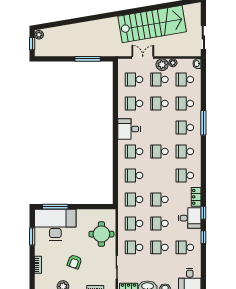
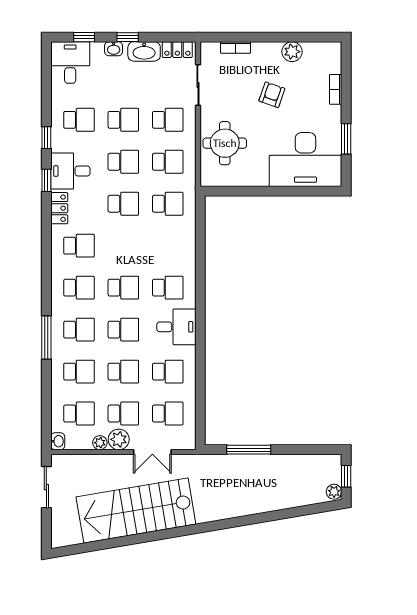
school desk: (134, 175) -> (123, 330), moved
window: (55, 207) -> (306, 191), removed

